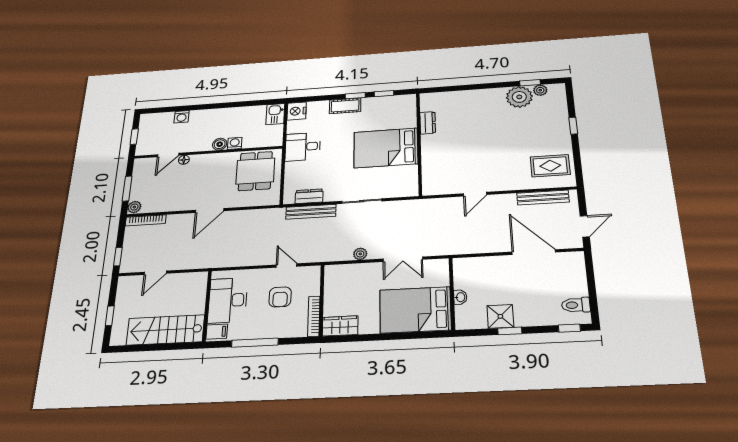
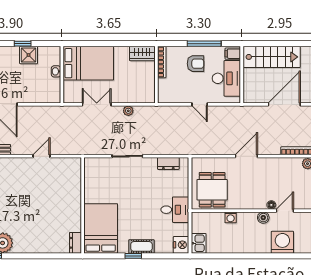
window: (384, 94) -> (110, 256), removed
washing machine: (182, 117) -> (282, 242), width x1.89, depth x1.89
dresser: (428, 123) -> (75, 243), moved
boiler: (220, 144) -> (263, 218), moved
bed: (386, 148) -> (101, 228), moved, turned -90
bench: (311, 212) -> (167, 150), removed
door: (286, 266) -> (200, 104), moved
door: (155, 273) -> (284, 104), width x1.87
armchair: (280, 297) -> (196, 64), moved, turned 90

